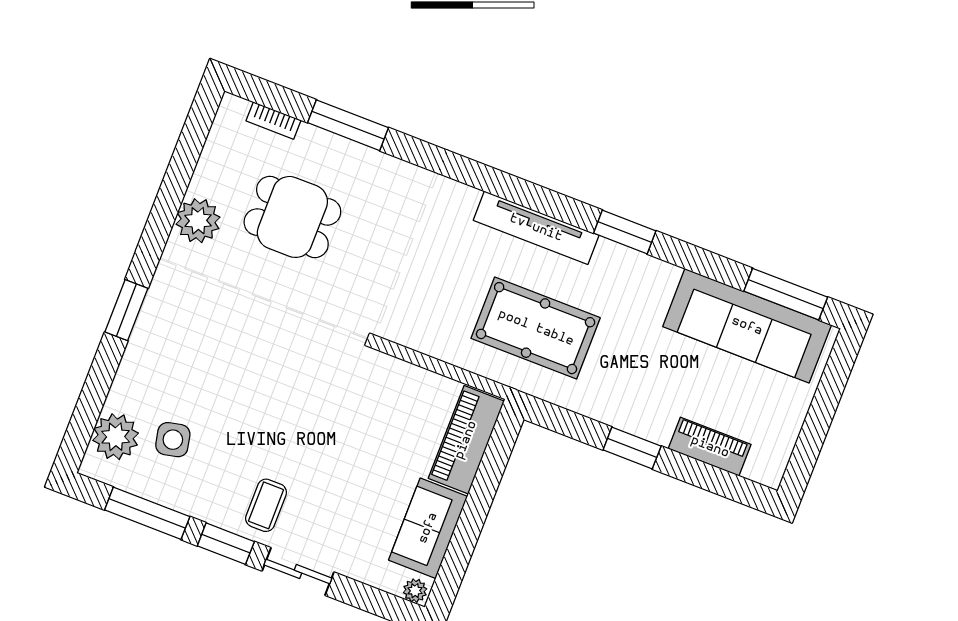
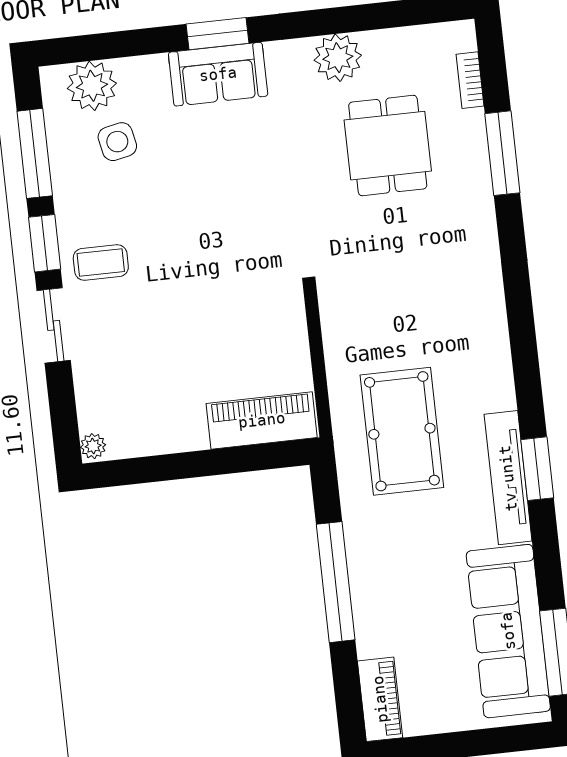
tv unit: (536, 228) -> (508, 478), moved
piano: (710, 447) -> (380, 699), moved
window: (632, 448) -> (336, 582), width x2.11
sofa: (428, 528) -> (218, 74), moved, turned 180

